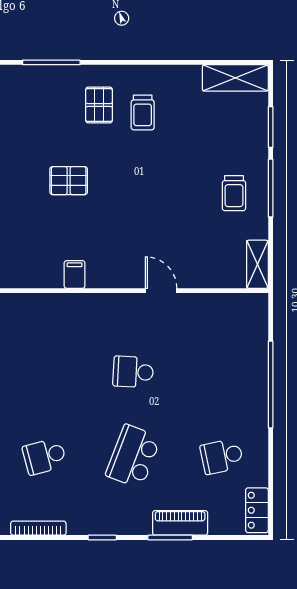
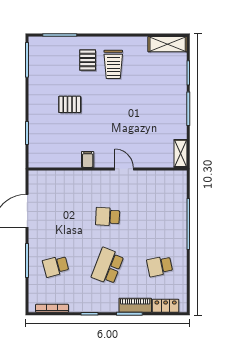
trolley: (143, 112) -> (113, 64), width x1.36, depth x1.39
trolley: (234, 193) -> (167, 112), removed
filing cabinet: (75, 274) -> (88, 159), moved
locker: (257, 510) -> (166, 306), moved, turned 90

